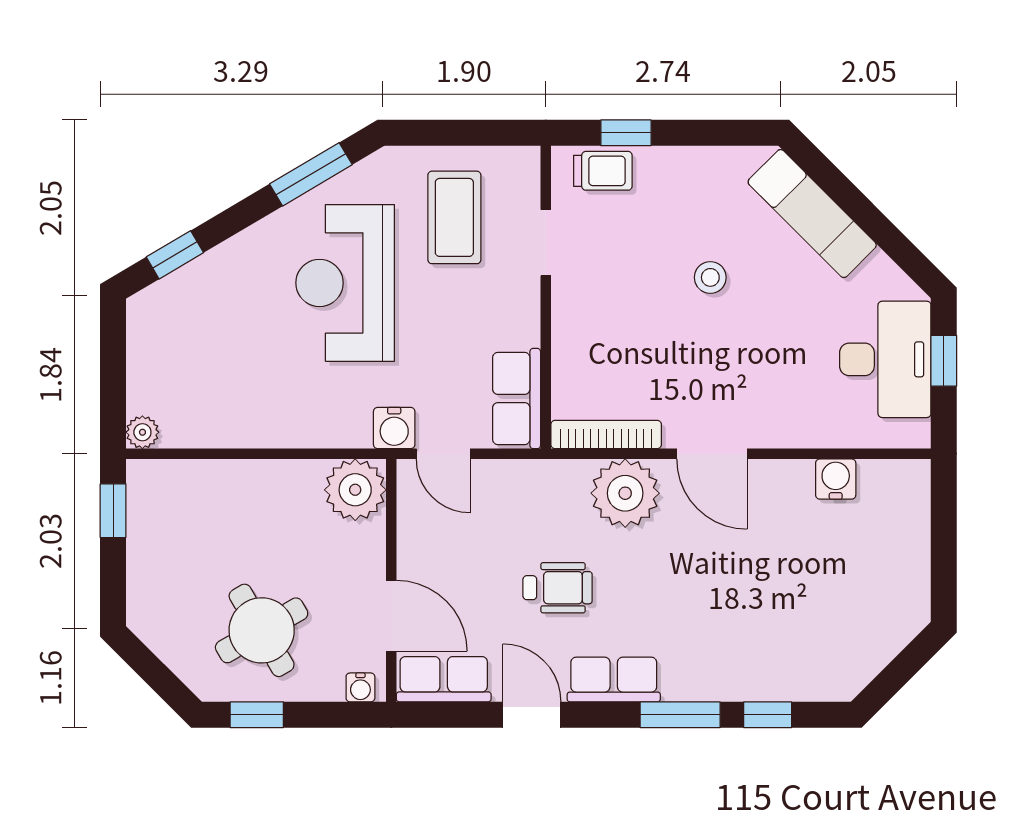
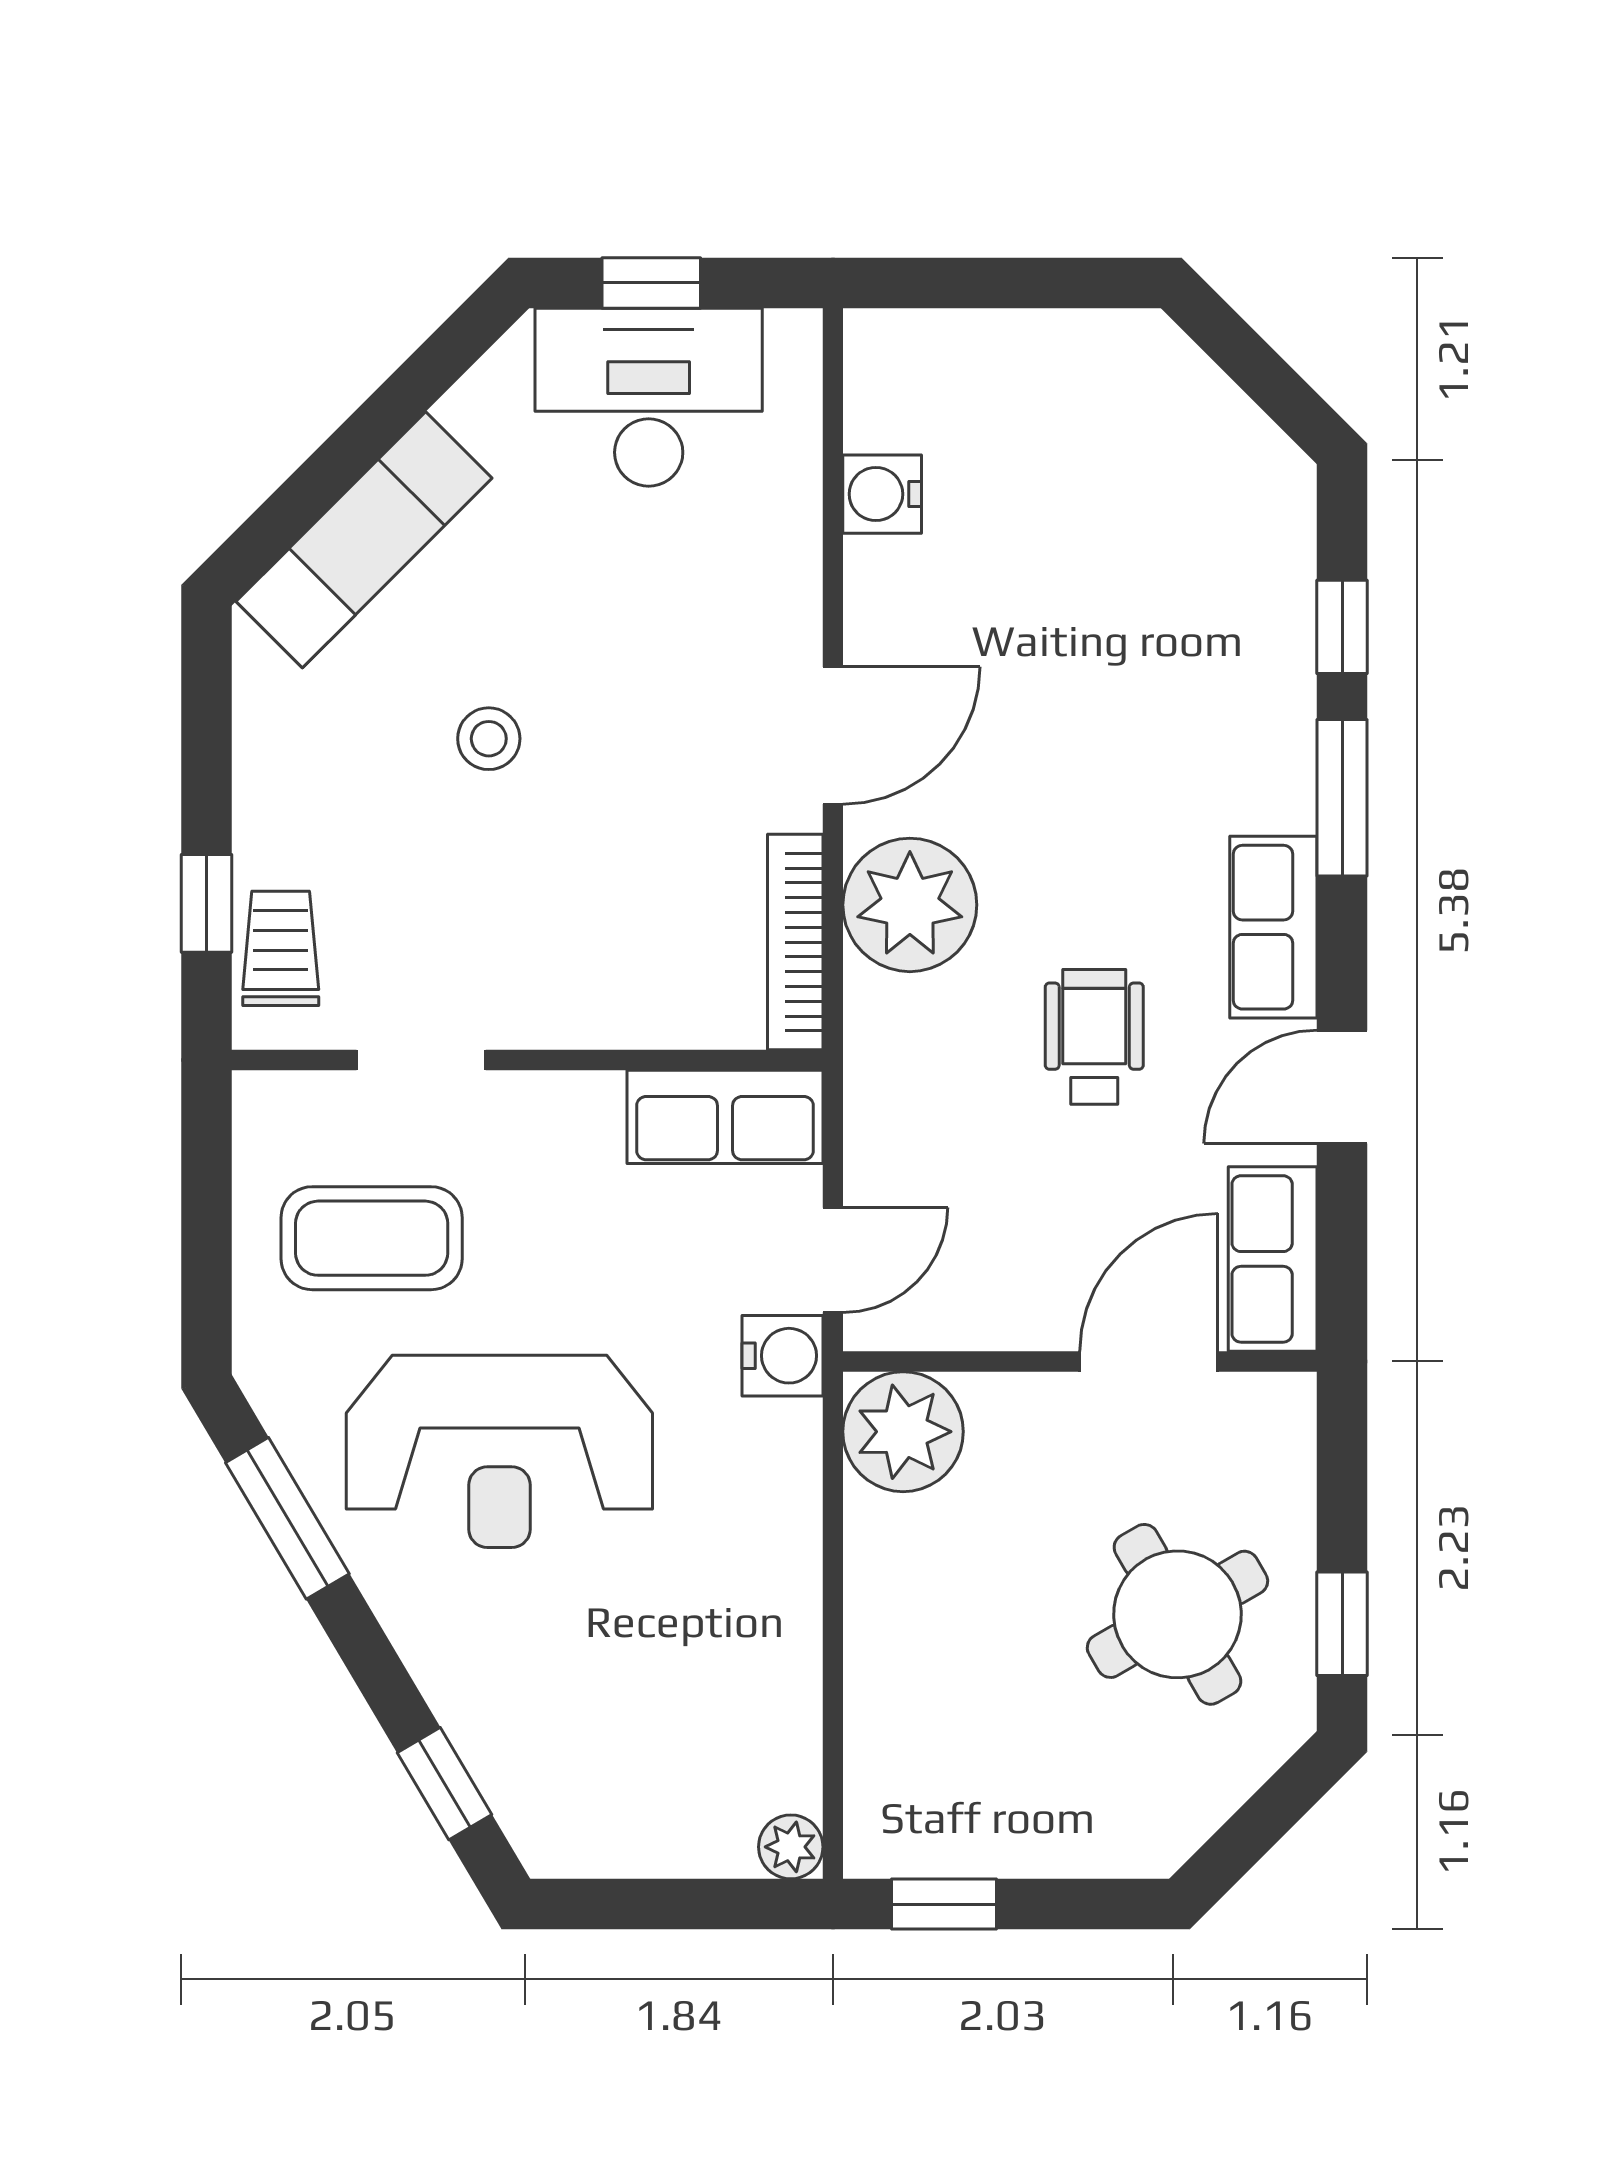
water cooler: (360, 687) -> (1289, 1421), removed

